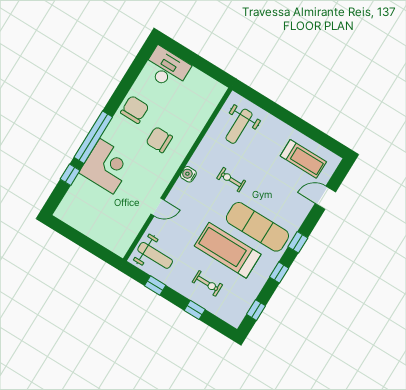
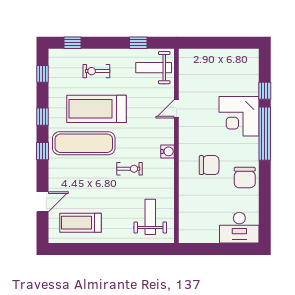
treadmill: (228, 250) -> (96, 109), turned 180
window: (195, 310) -> (73, 43), moved

